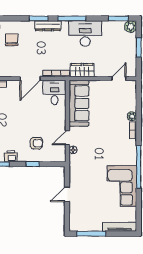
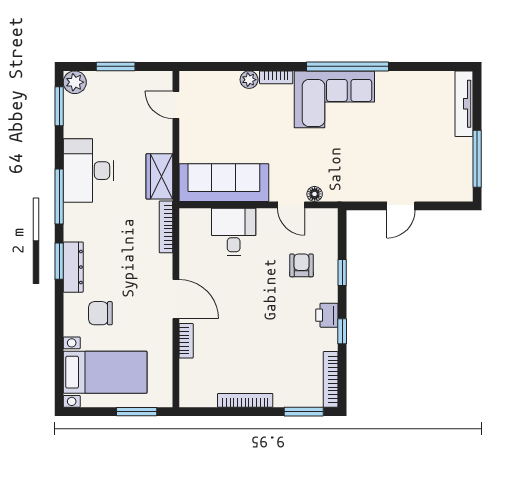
dresser: (48, 26) -> (73, 267), moved
door: (30, 79) -> (176, 299), moved
desk: (54, 93) -> (234, 232), moved, turned 90
corner sofa: (122, 186) -> (334, 99), moved
door: (67, 194) -> (401, 206), hinge flipped

